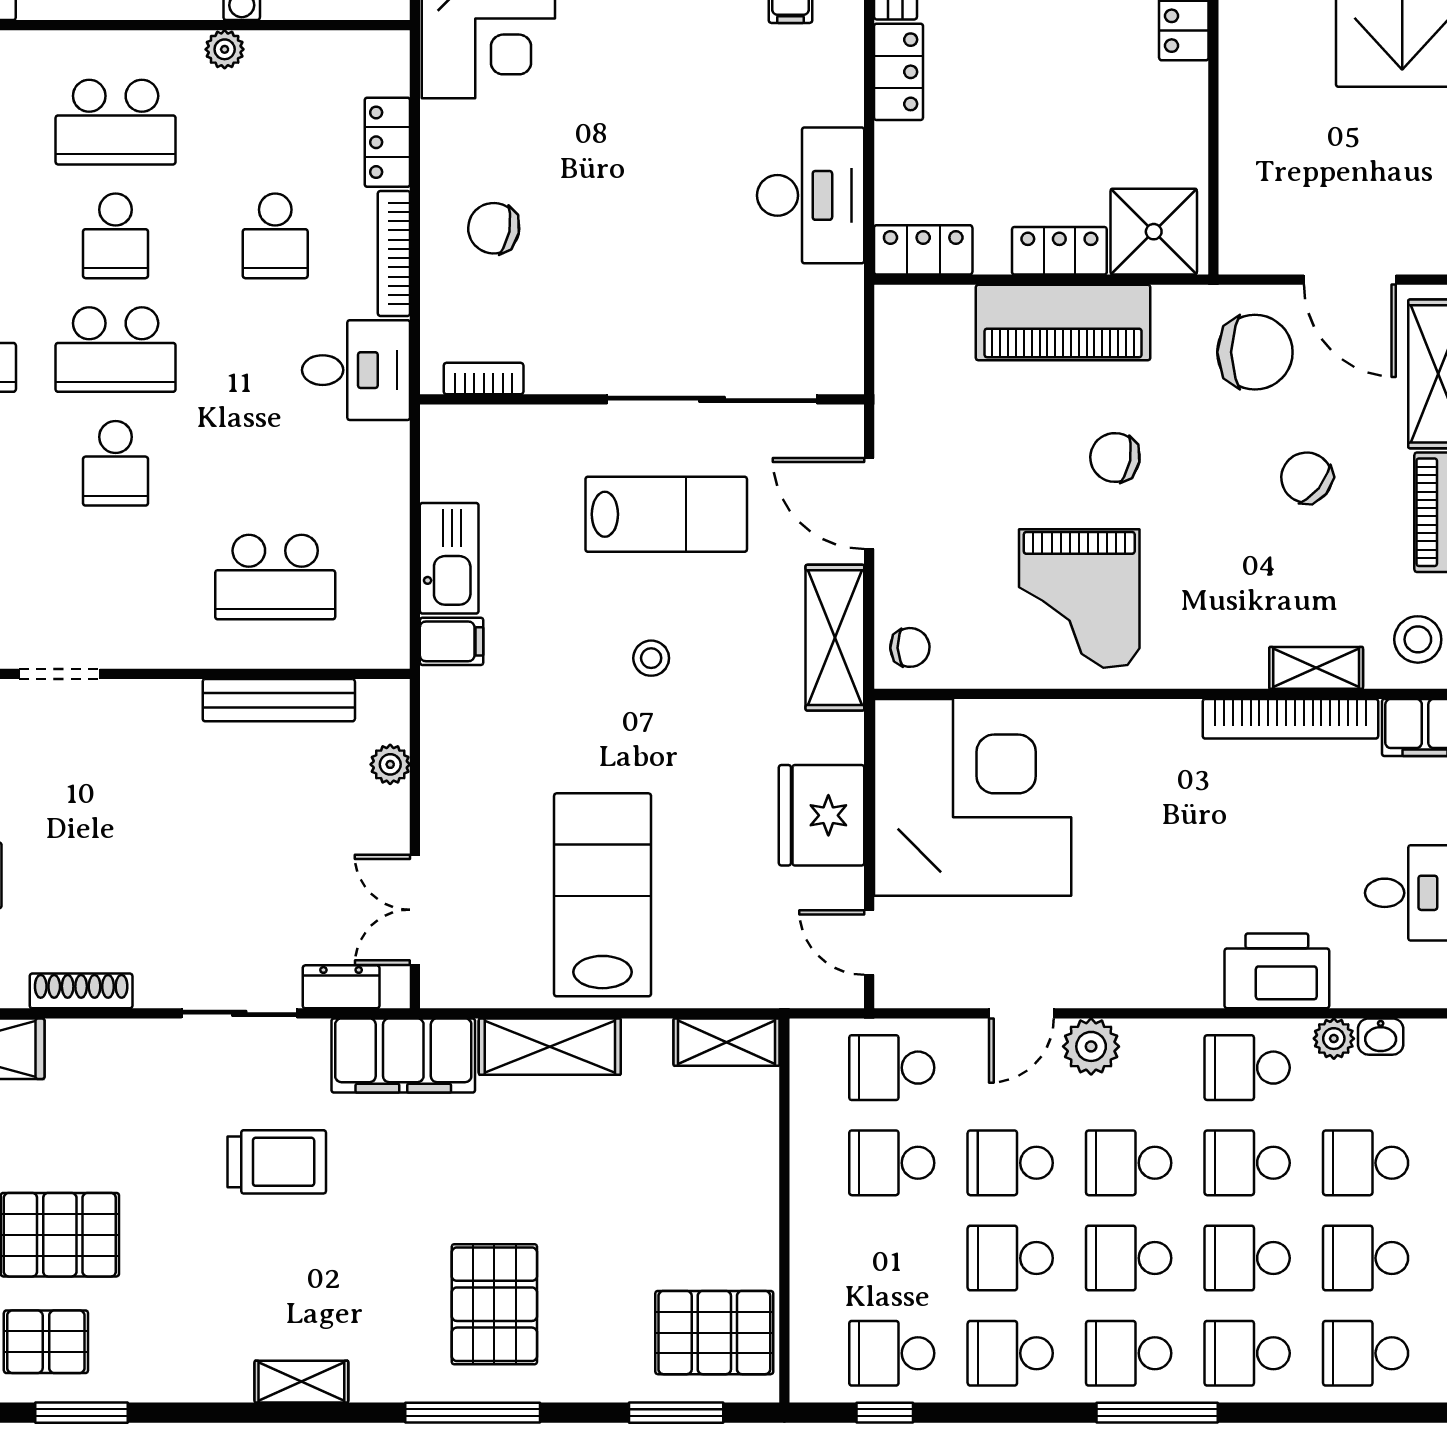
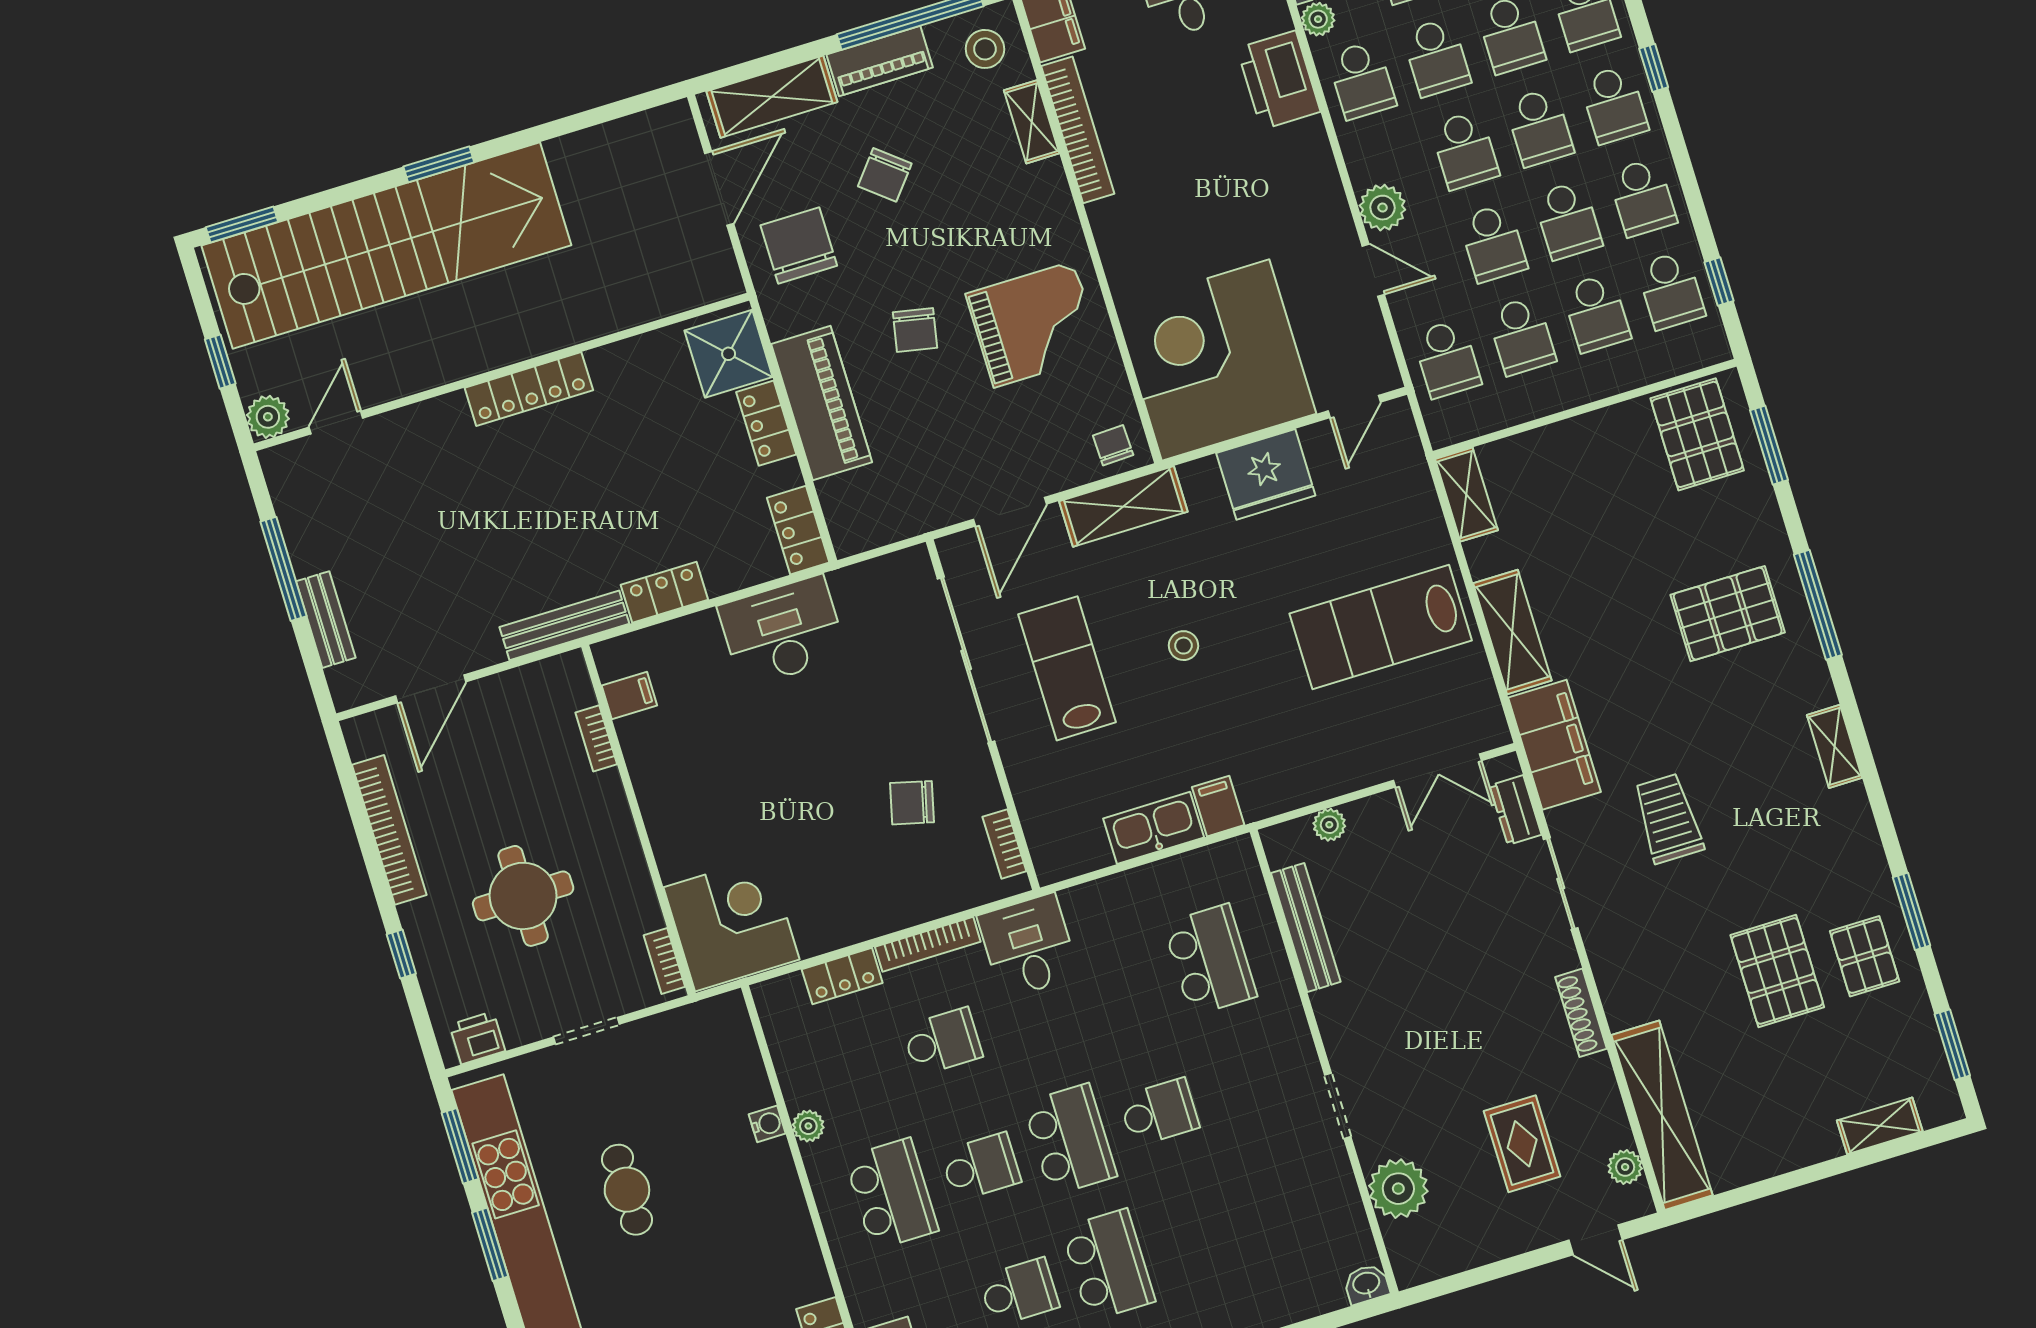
chair: (494, 228) -> (912, 803), moved, turned 93
school desk: (892, 1258) -> (1596, 313), added
window: (1157, 1413) -> (1654, 68), width x0.46

